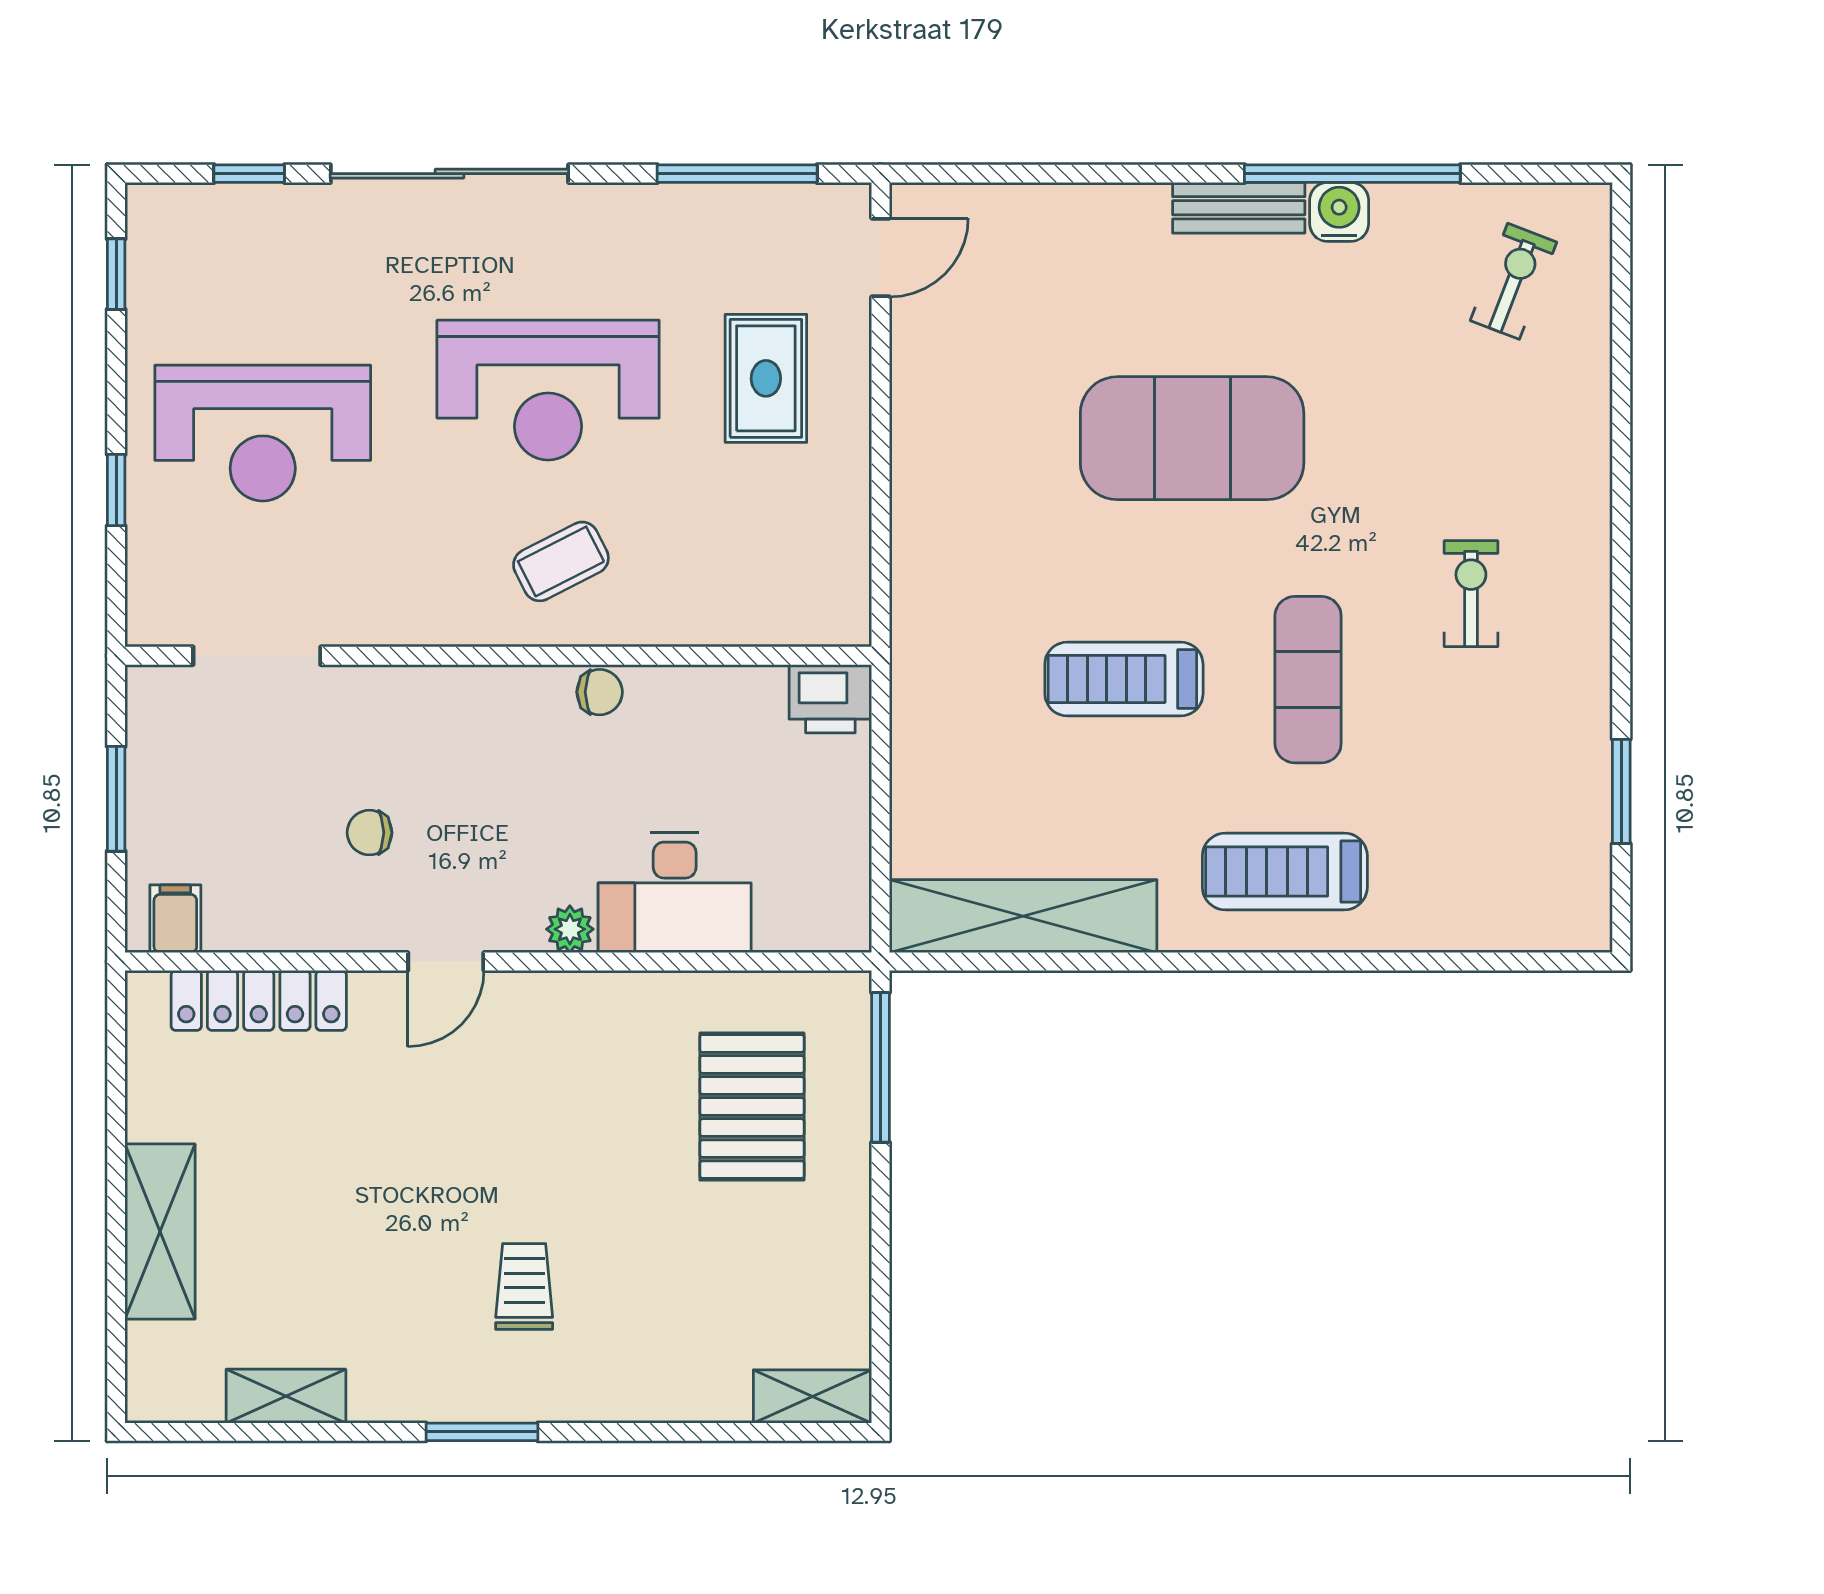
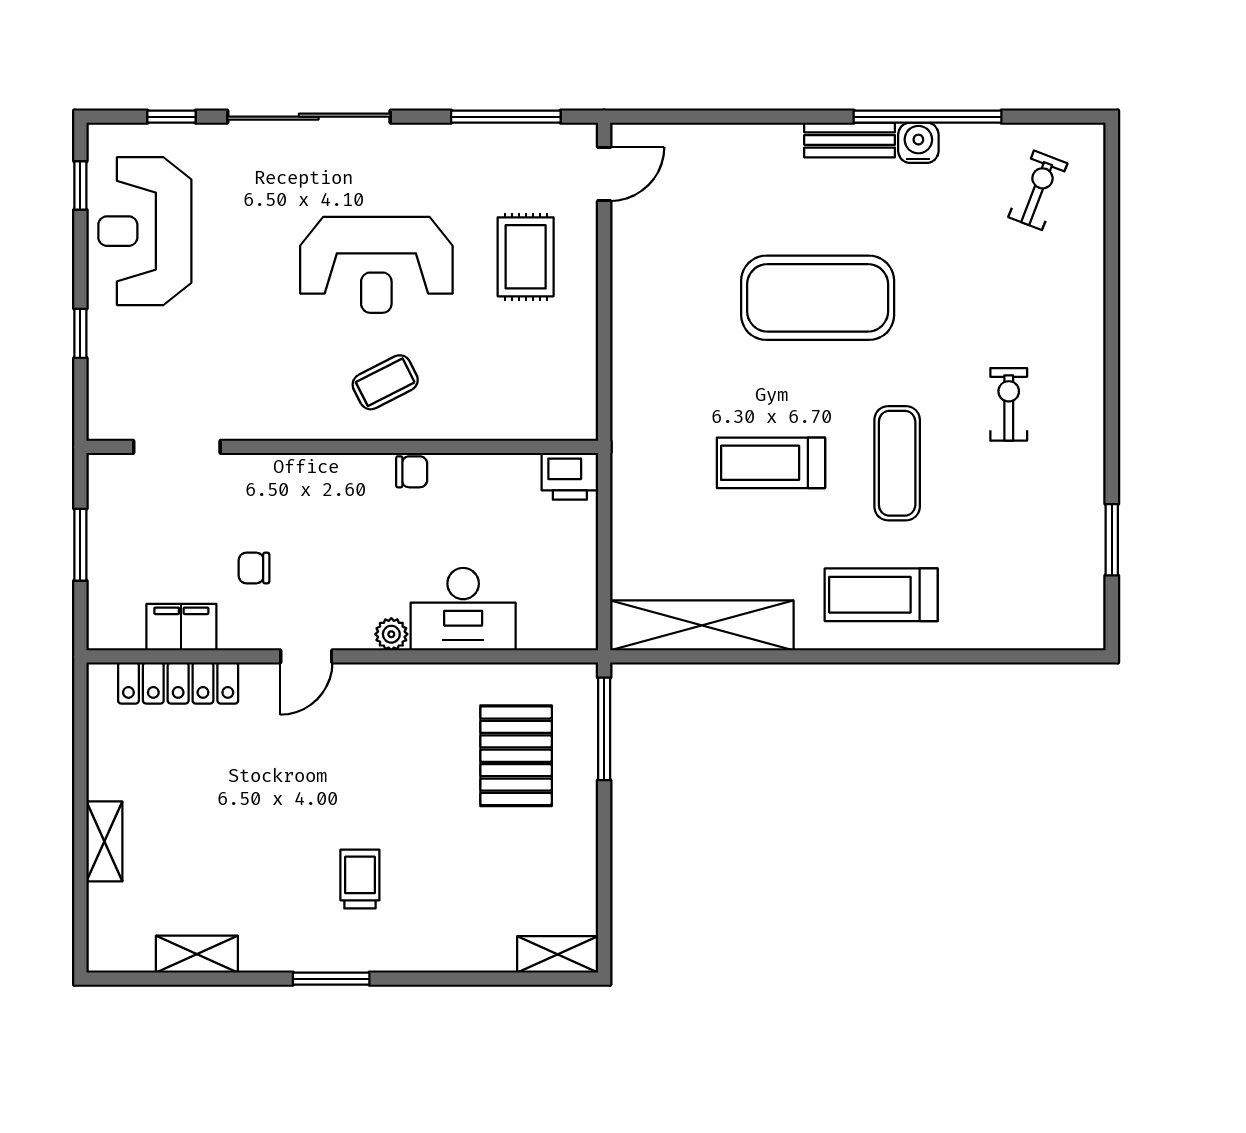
reception desk: (263, 433) -> (145, 231), moved, turned 90
filing cabinet: (175, 919) -> (181, 627), moved, width x2.00
shelving: (160, 1232) -> (104, 841), width x0.67, depth x0.75

